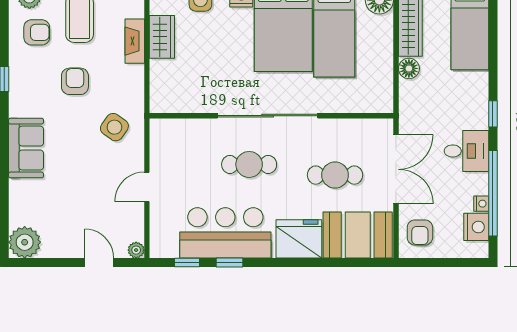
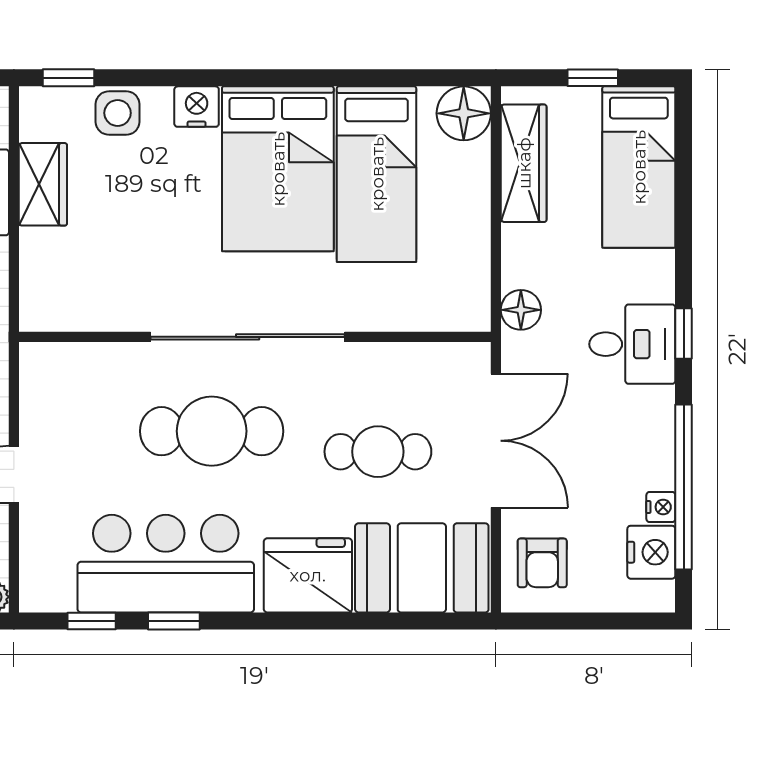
floor lamp: (409, 68) -> (521, 310), moved
desk: (466, 151) -> (632, 344), moved
cafe table: (249, 164) -> (212, 431), width x1.37, depth x1.35

